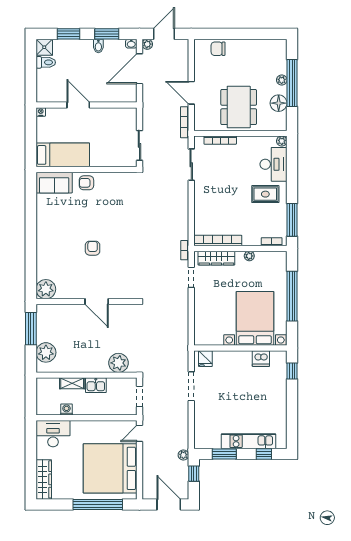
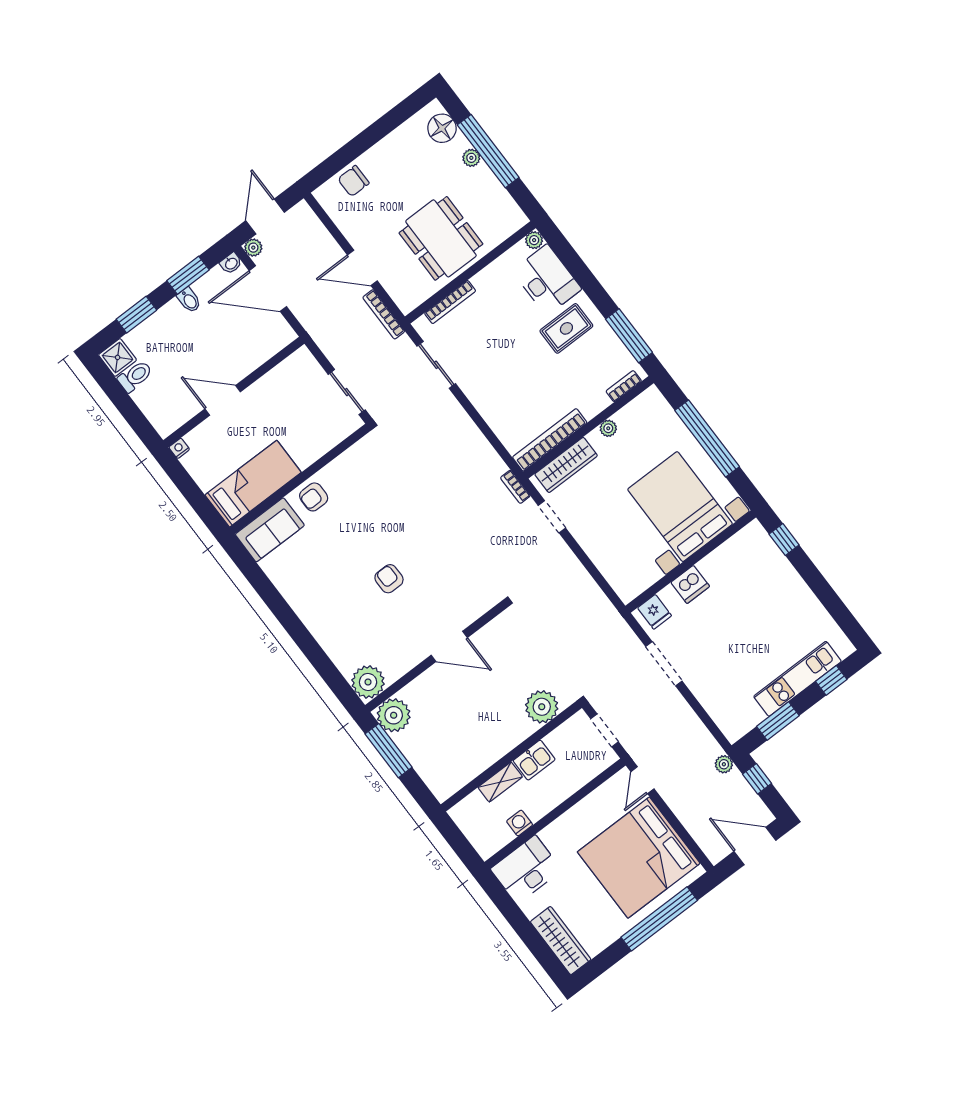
door: (139, 69) -> (268, 289), hinge flipped
floor lamp: (279, 103) -> (442, 128), moved
plant: (46, 352) -> (394, 715), moved
dishwasher: (261, 359) -> (690, 584), moved

